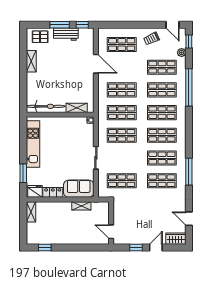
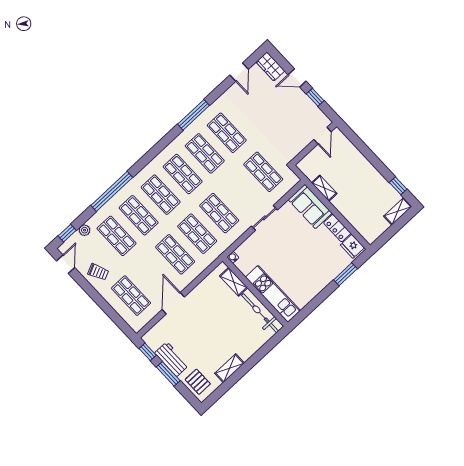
kitchen unit: (33, 144) -> (273, 294), moved, turned 90
shelving: (31, 212) -> (398, 211), moved

